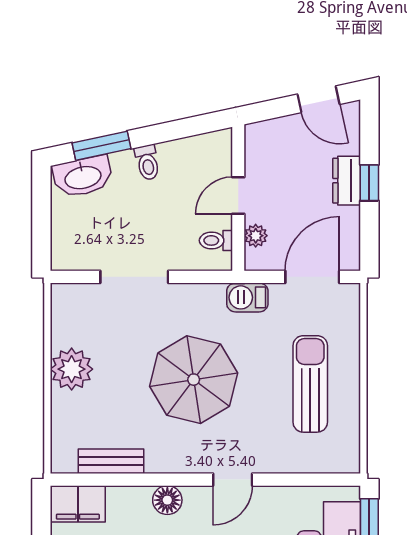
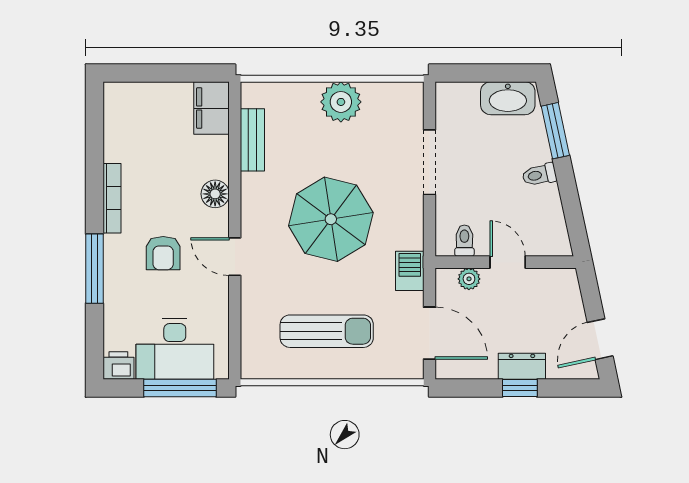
washbasin: (83, 177) -> (508, 98), moved, turned -78

